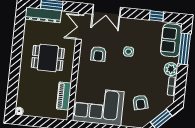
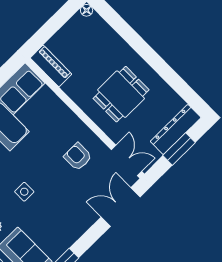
side table: (129, 52) -> (24, 192), moved
piano: (64, 96) -> (51, 66), moved

